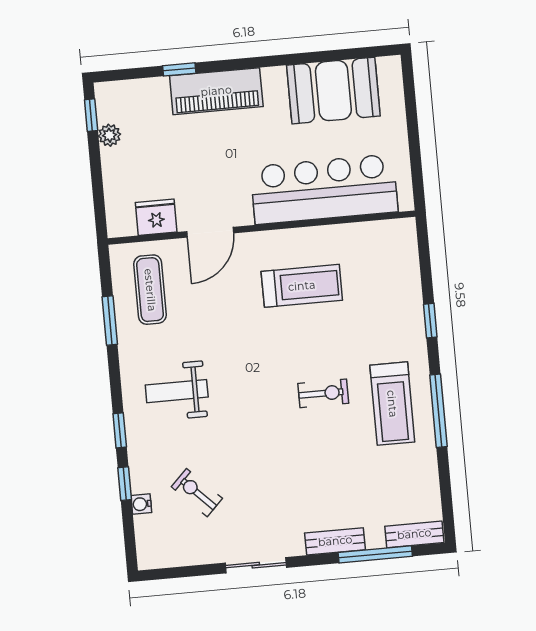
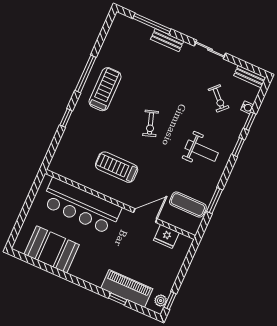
piano: (216, 91) -> (127, 289), moved
plant: (109, 135) -> (161, 301), moved
exercise mat: (150, 290) -> (188, 205), turned 90
exercise bike: (323, 393) -> (151, 123), moved, turned -108
bench: (414, 534) -> (250, 77), moved

